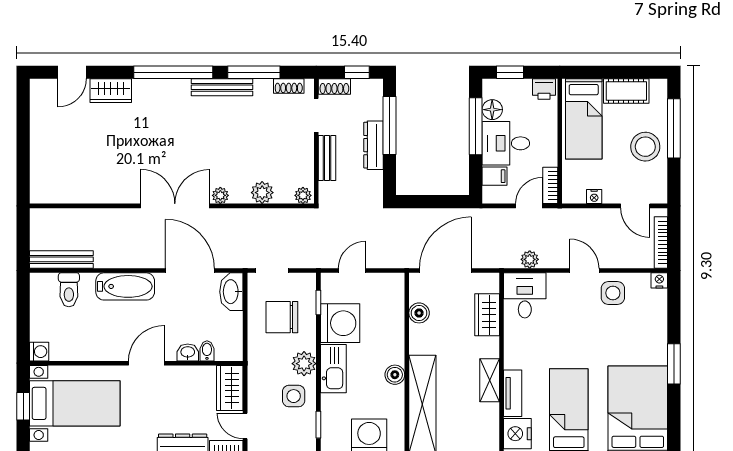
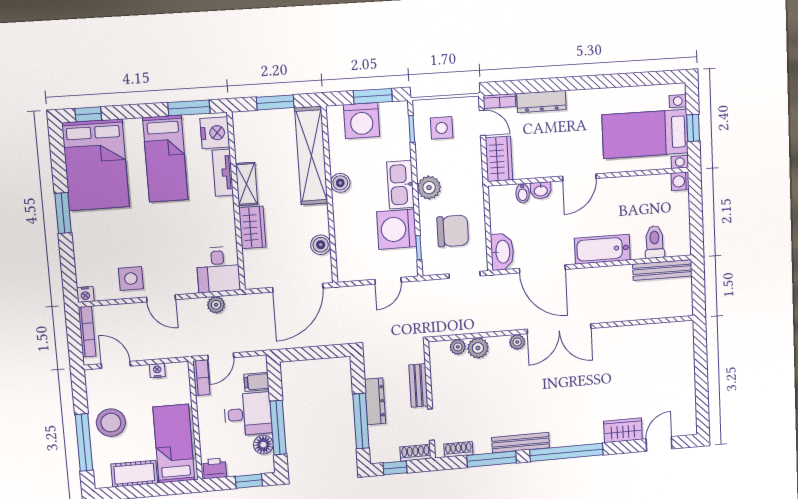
plant: (303, 195) -> (458, 347), moved
wardrobe: (487, 315) -> (252, 227), moved
side table: (294, 396) -> (442, 128), moved

